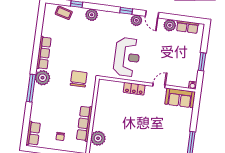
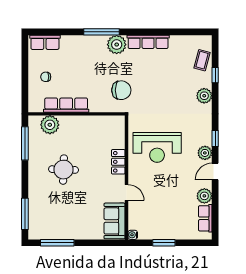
round table: (134, 132) -> (64, 170), added

